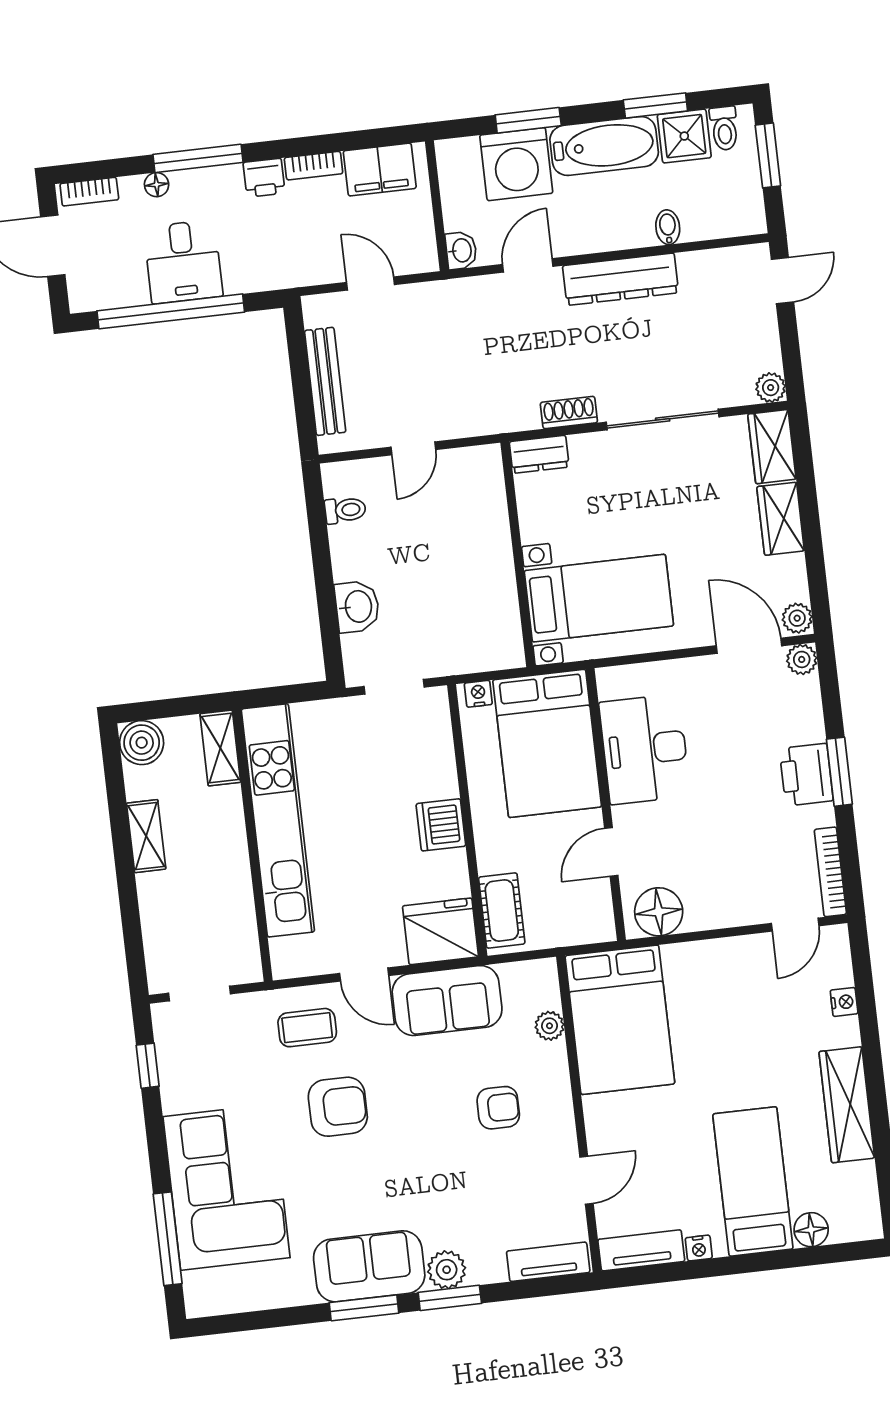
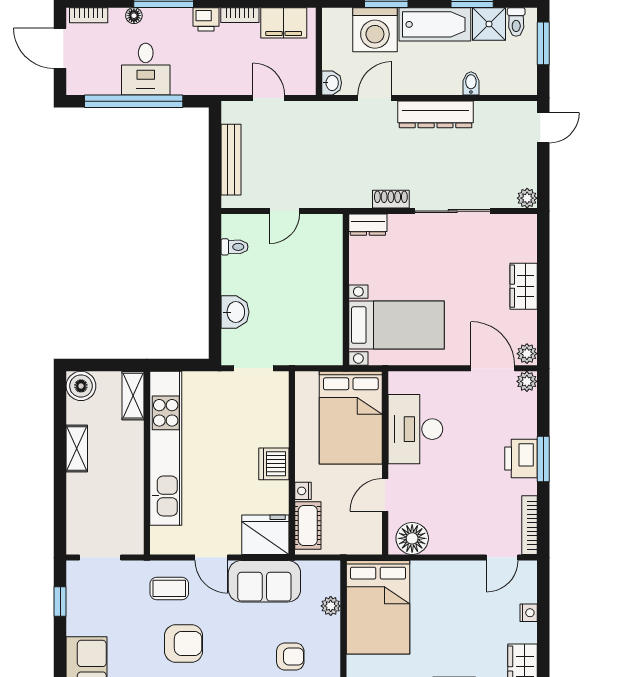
wardrobe: (772, 447) -> (523, 238), removed
nightstand: (478, 694) -> (303, 491), moved, turned -90

